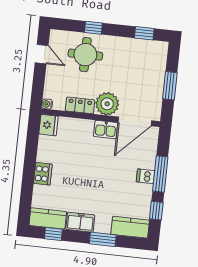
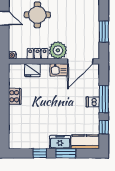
fridge: (48, 125) -> (32, 70), moved, turned 90
cooker: (43, 174) -> (15, 96), moved
kitchen counter: (48, 218) -> (22, 142), removed
freezer: (80, 222) -> (60, 142), moved
window: (53, 234) -> (40, 153), moved

